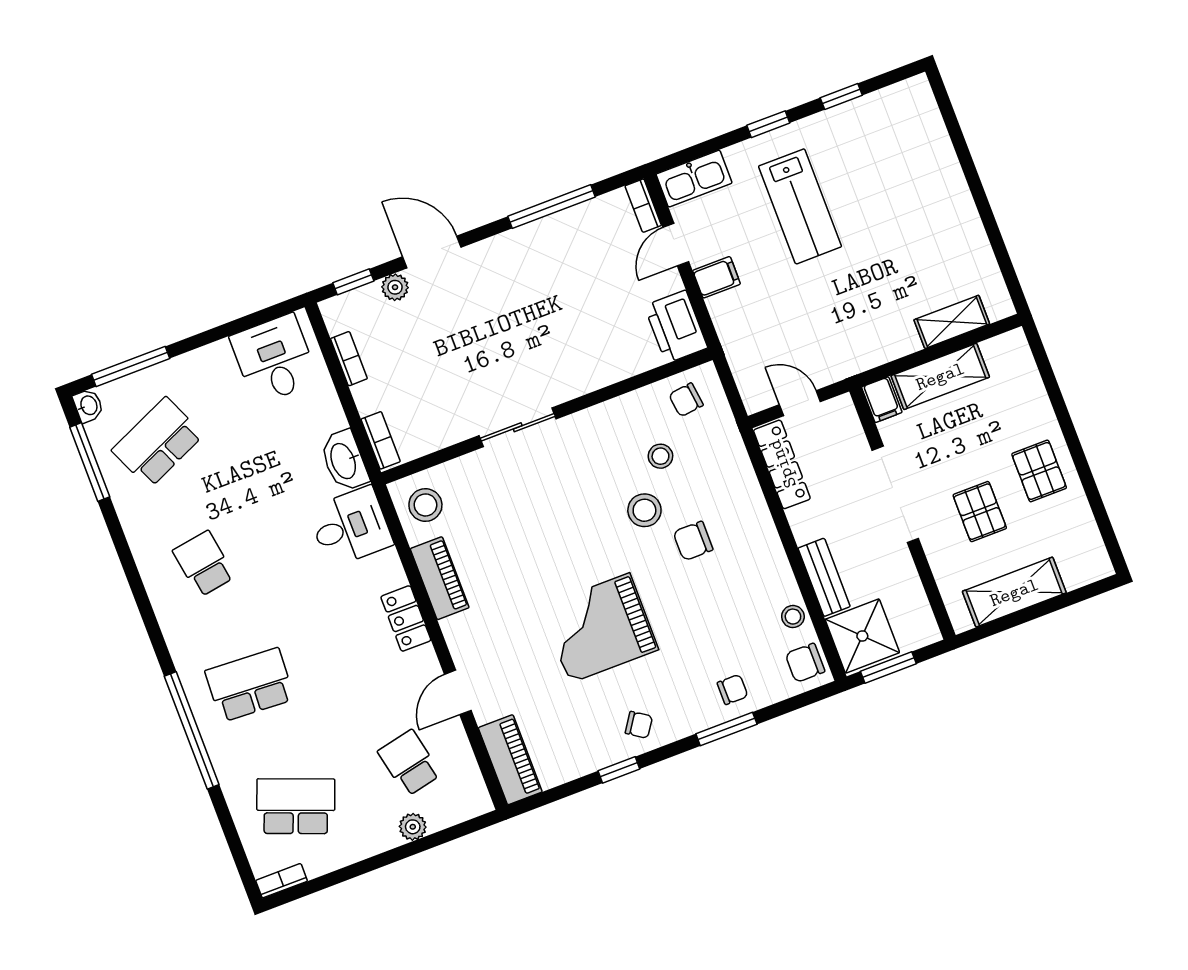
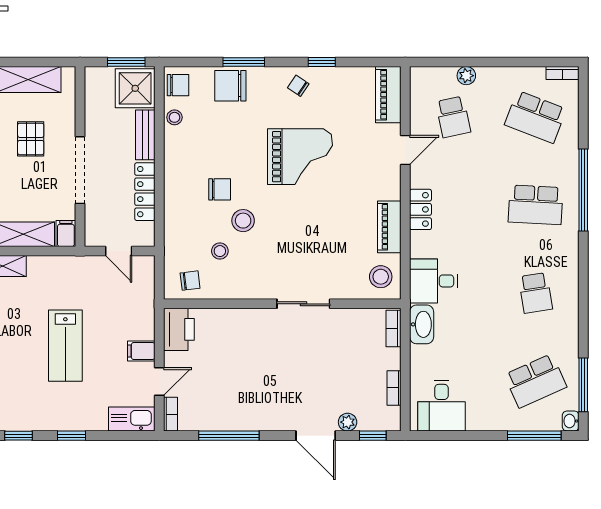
lab bench: (800, 206) -> (65, 346), moved, turned 180
locker: (782, 464) -> (145, 192), moved
chair: (733, 689) -> (230, 86), width x1.87, depth x1.87

